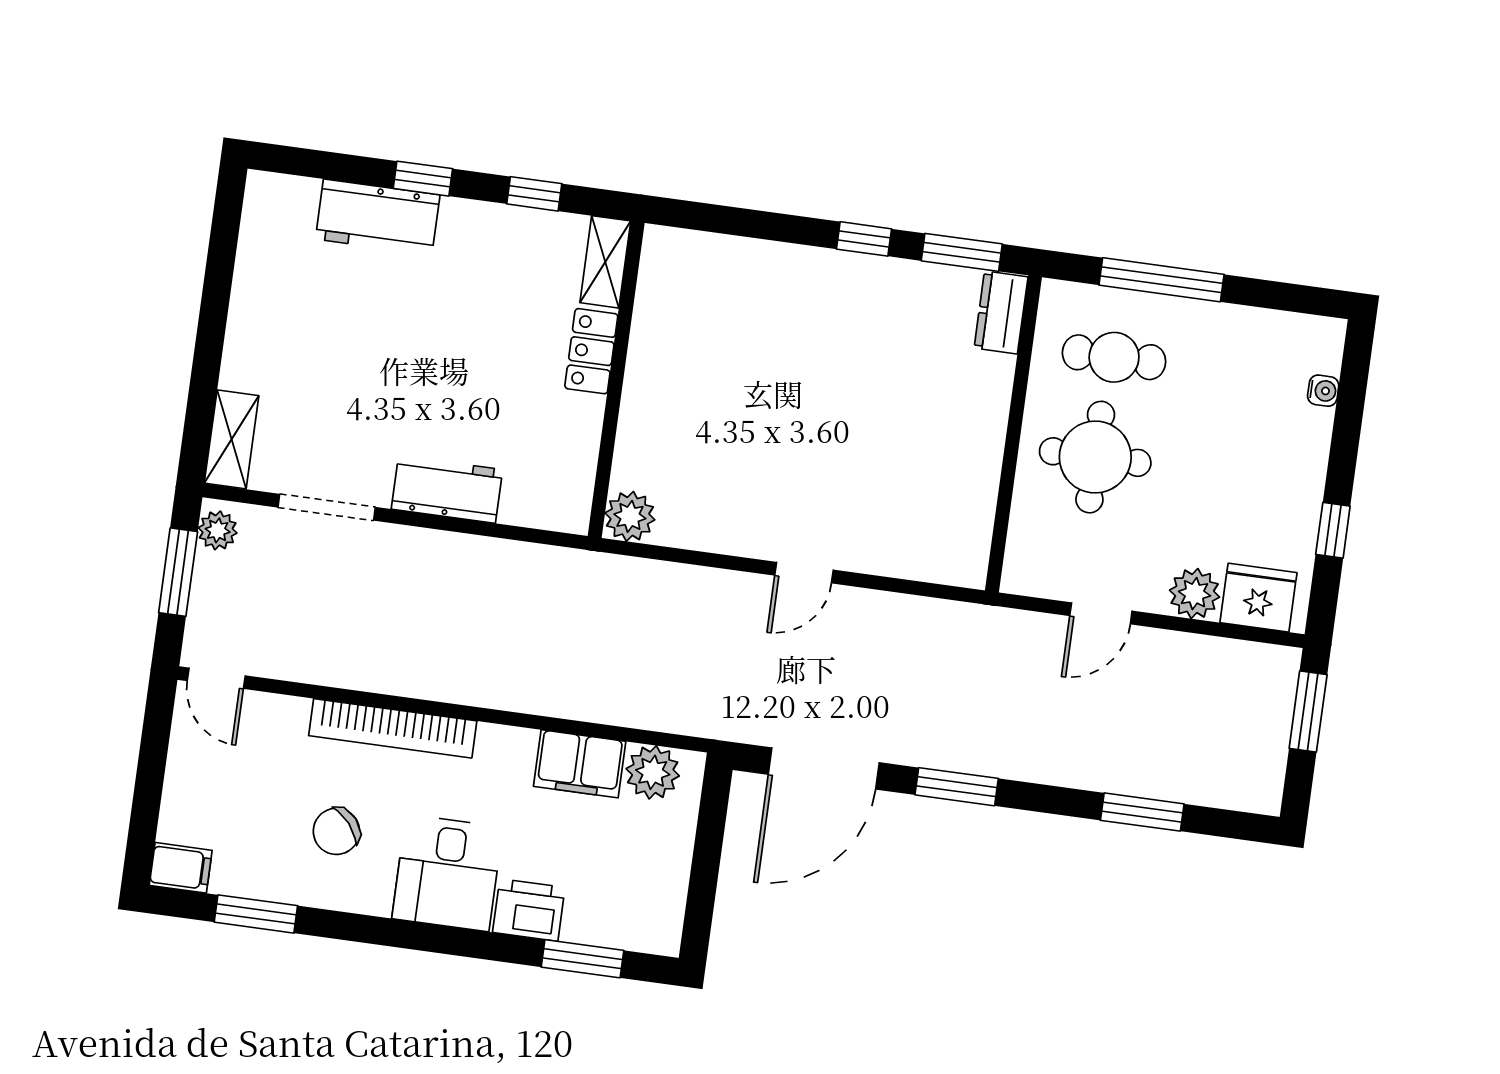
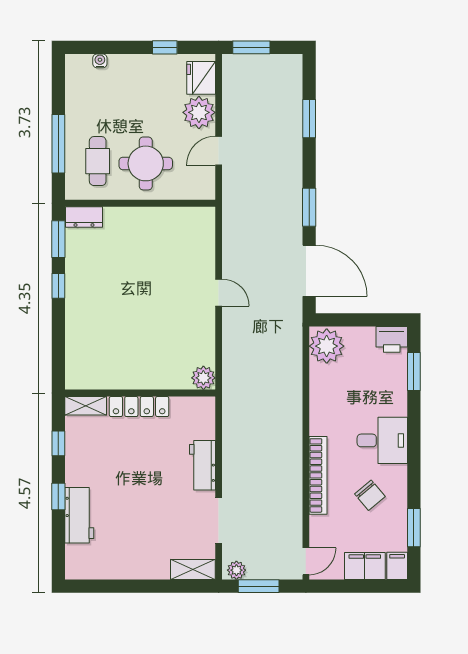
locker: (591, 351) -> (139, 407), width x1.53
plant: (1195, 594) -> (199, 112), width x1.36, depth x1.36
door: (1101, 613) -> (219, 151), swing flipped
filing cabinet: (580, 764) -> (365, 566), moved, turned -90
plant: (653, 772) -> (327, 346), width x1.36, depth x1.36
printer: (529, 910) -> (392, 339), moved, turned -90

